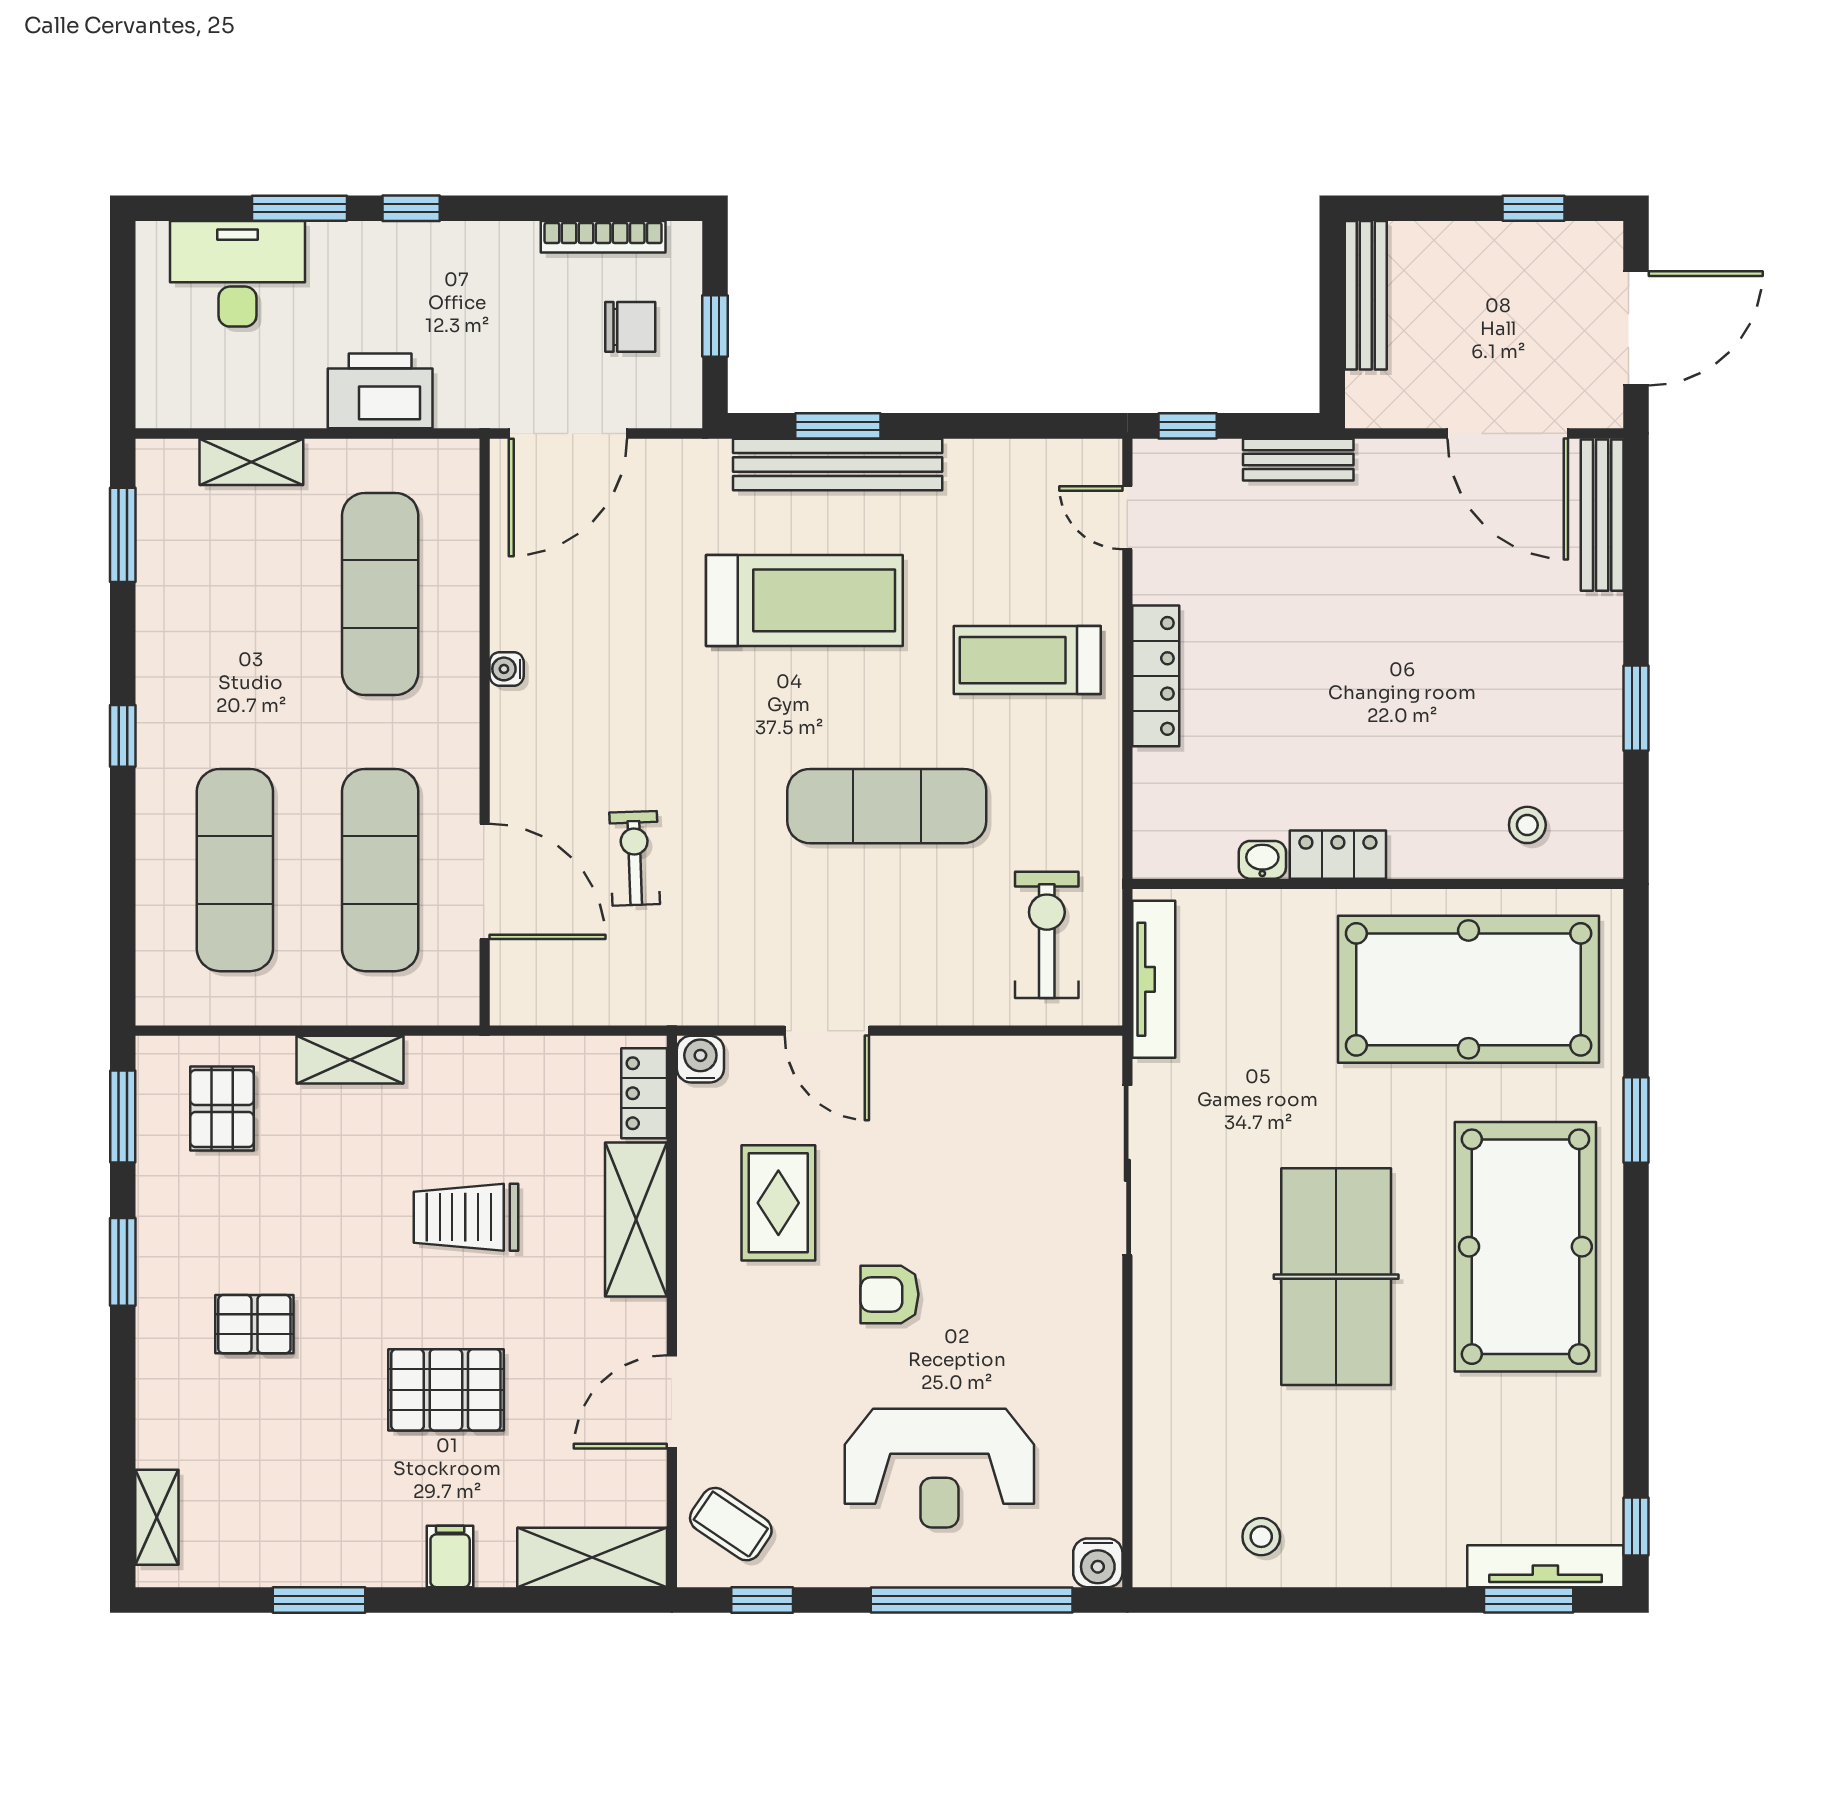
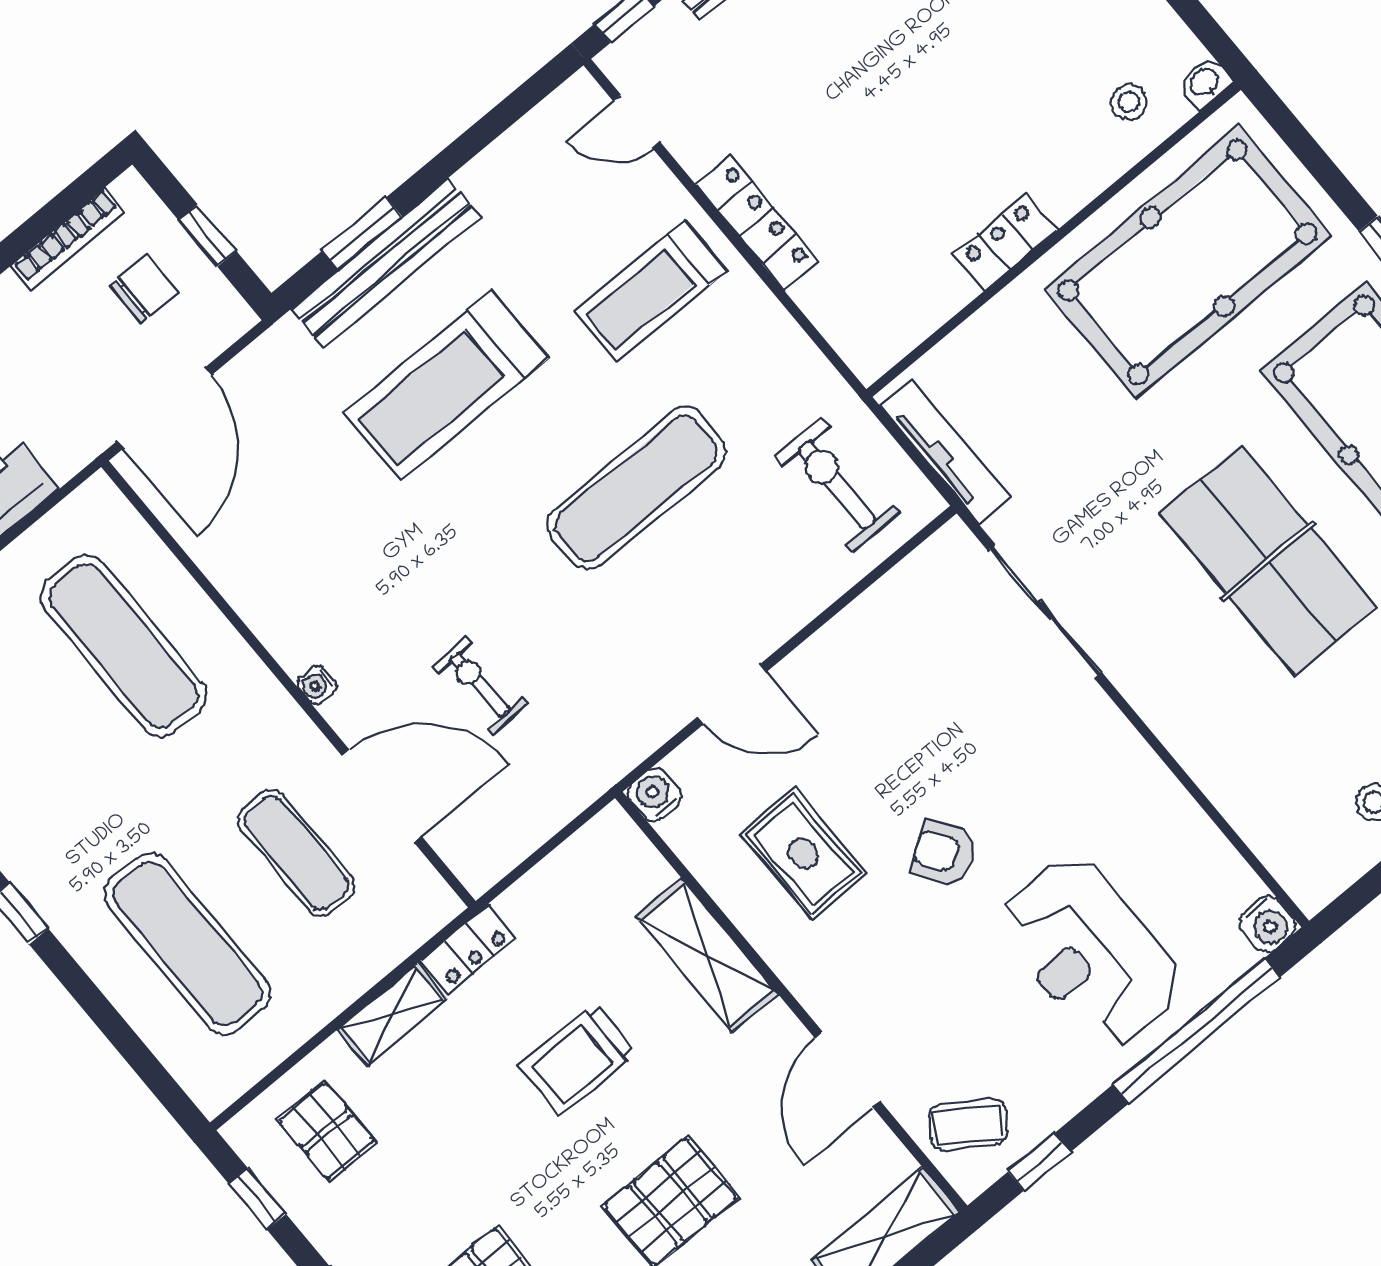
treadmill: (804, 600) -> (446, 385), turned 180
water cooler: (507, 669) -> (317, 685), moved
washbasin: (1262, 860) -> (1205, 83), moved
exercise mat: (380, 870) -> (296, 853), width x0.73, depth x0.69
locker: (644, 1093) -> (468, 949), moved, turned -90
window: (123, 1116) -> (257, 1199), width x0.67
armchair: (890, 1294) -> (944, 853), turned 56
reception desk: (939, 1468) -> (1090, 952), turned 90

